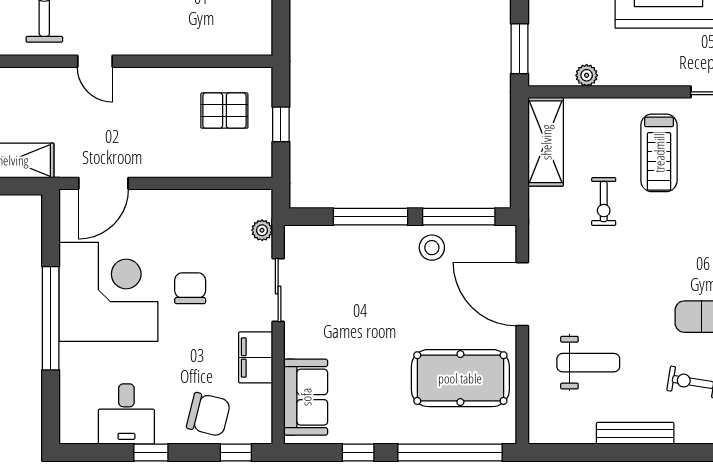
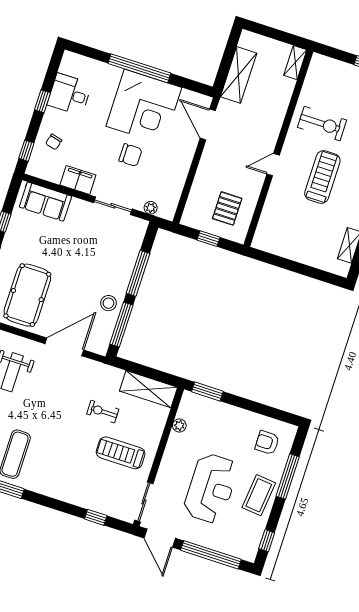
door: (95, 61) -> (273, 165), moved
chair: (208, 415) -> (54, 142), width x0.54, depth x0.54

